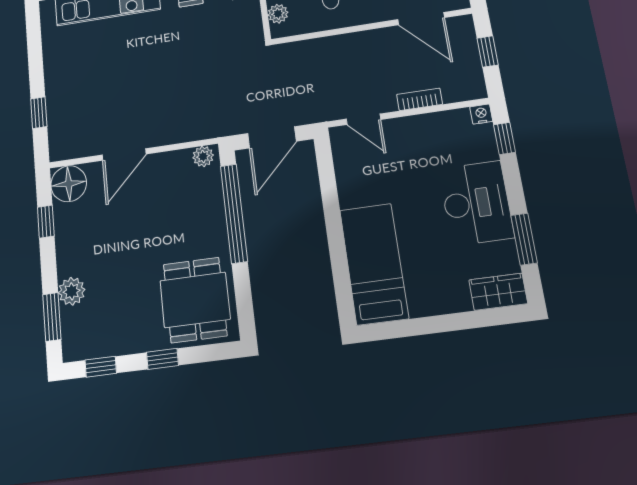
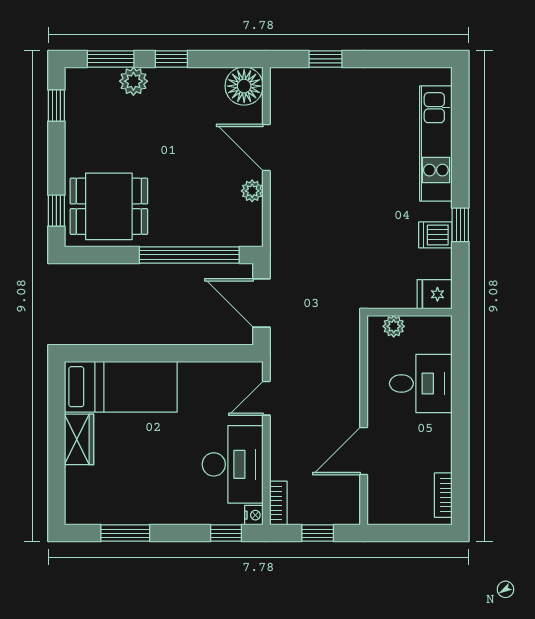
door: (421, 19) -> (364, 451), moved
bookcase: (420, 99) -> (278, 503), moved
plant: (203, 156) -> (252, 191), moved
desk: (476, 203) -> (233, 464), moved, turned -90
window: (46, 222) -> (171, 59), moved
wardrobe: (498, 292) -> (79, 439), moved
window: (163, 359) -> (56, 211), moved

